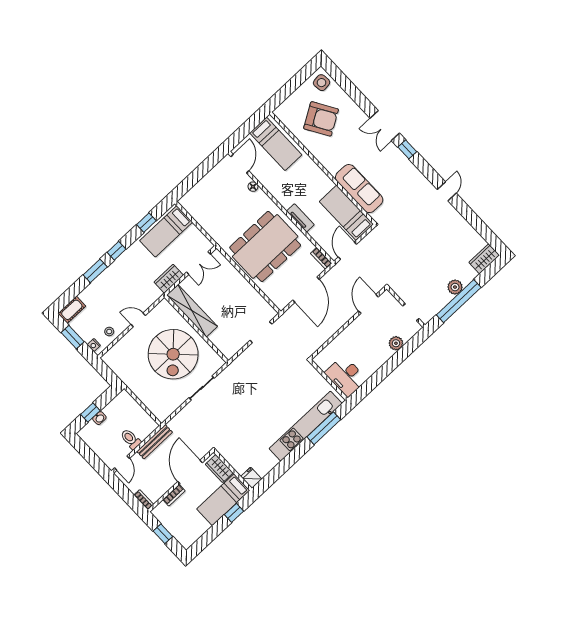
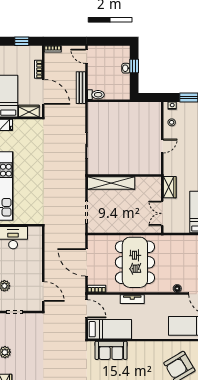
sofa: (359, 189) -> (111, 350), width x0.73
shelving: (192, 311) -> (111, 183), moved
spiral stairs: (173, 354) -> (122, 148), removed
toilet: (131, 439) -> (96, 95), moved

